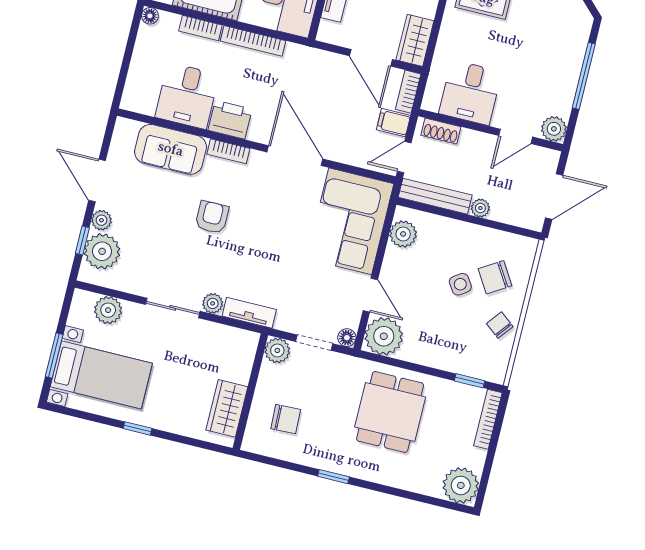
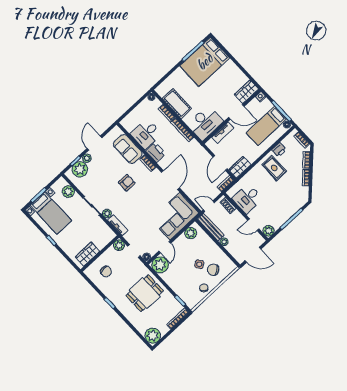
filing cabinet: (394, 123) -> (213, 191), removed

